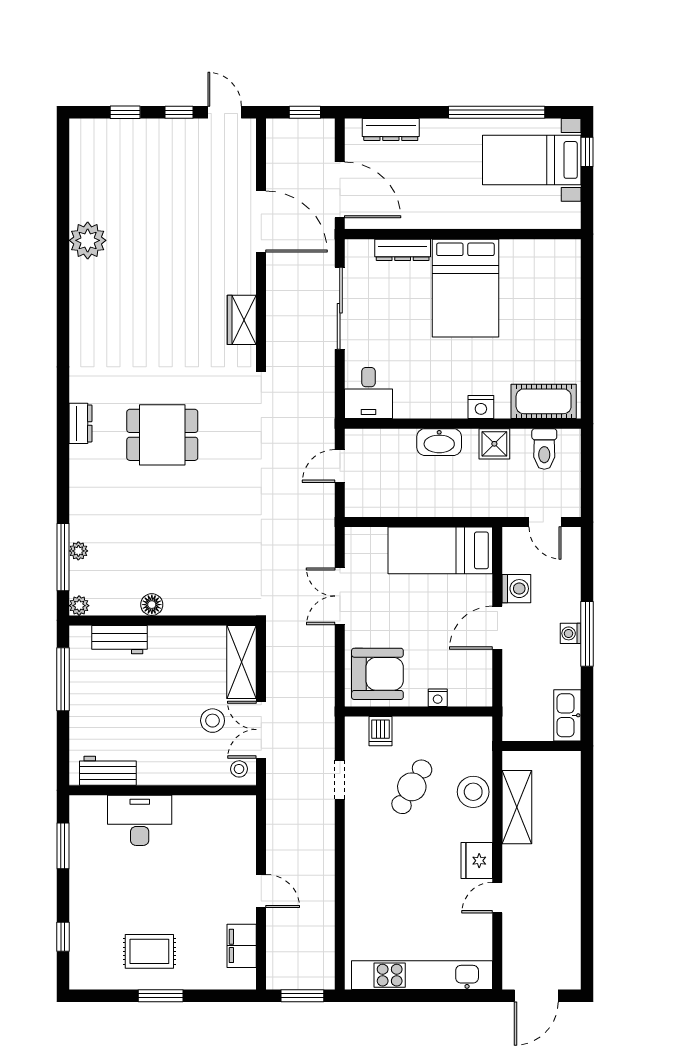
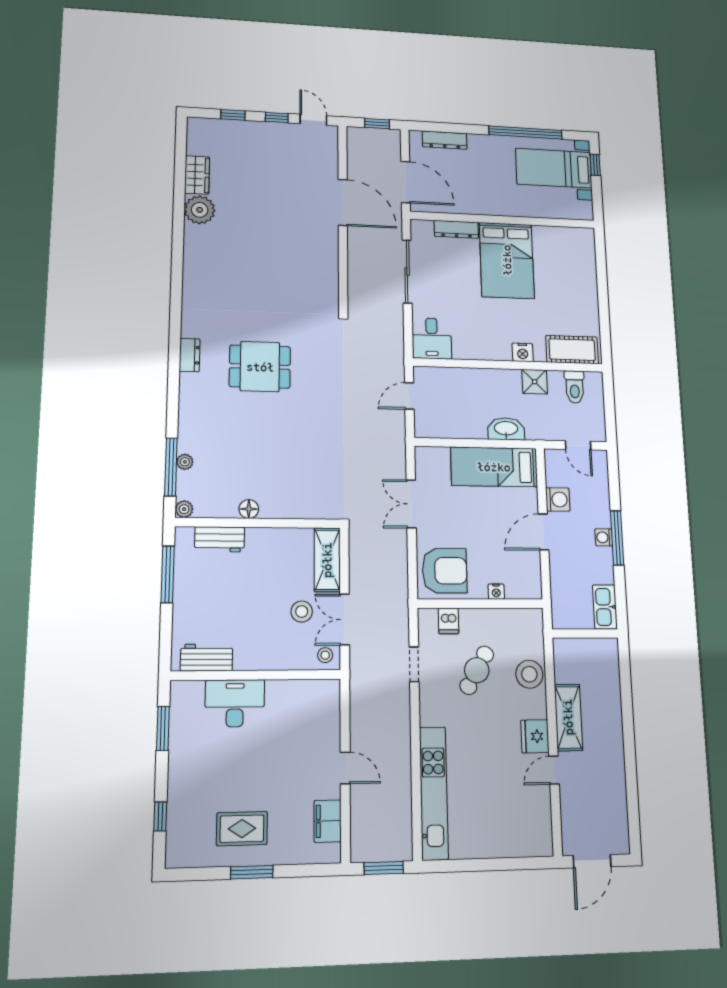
wardrobe: (242, 320) -> (197, 175), moved, turned 180
washbasin: (439, 442) -> (506, 429), moved, turned 180
shelving: (517, 807) -> (568, 717), moved
kitchen unit: (422, 975) -> (434, 793), moved, turned 90

